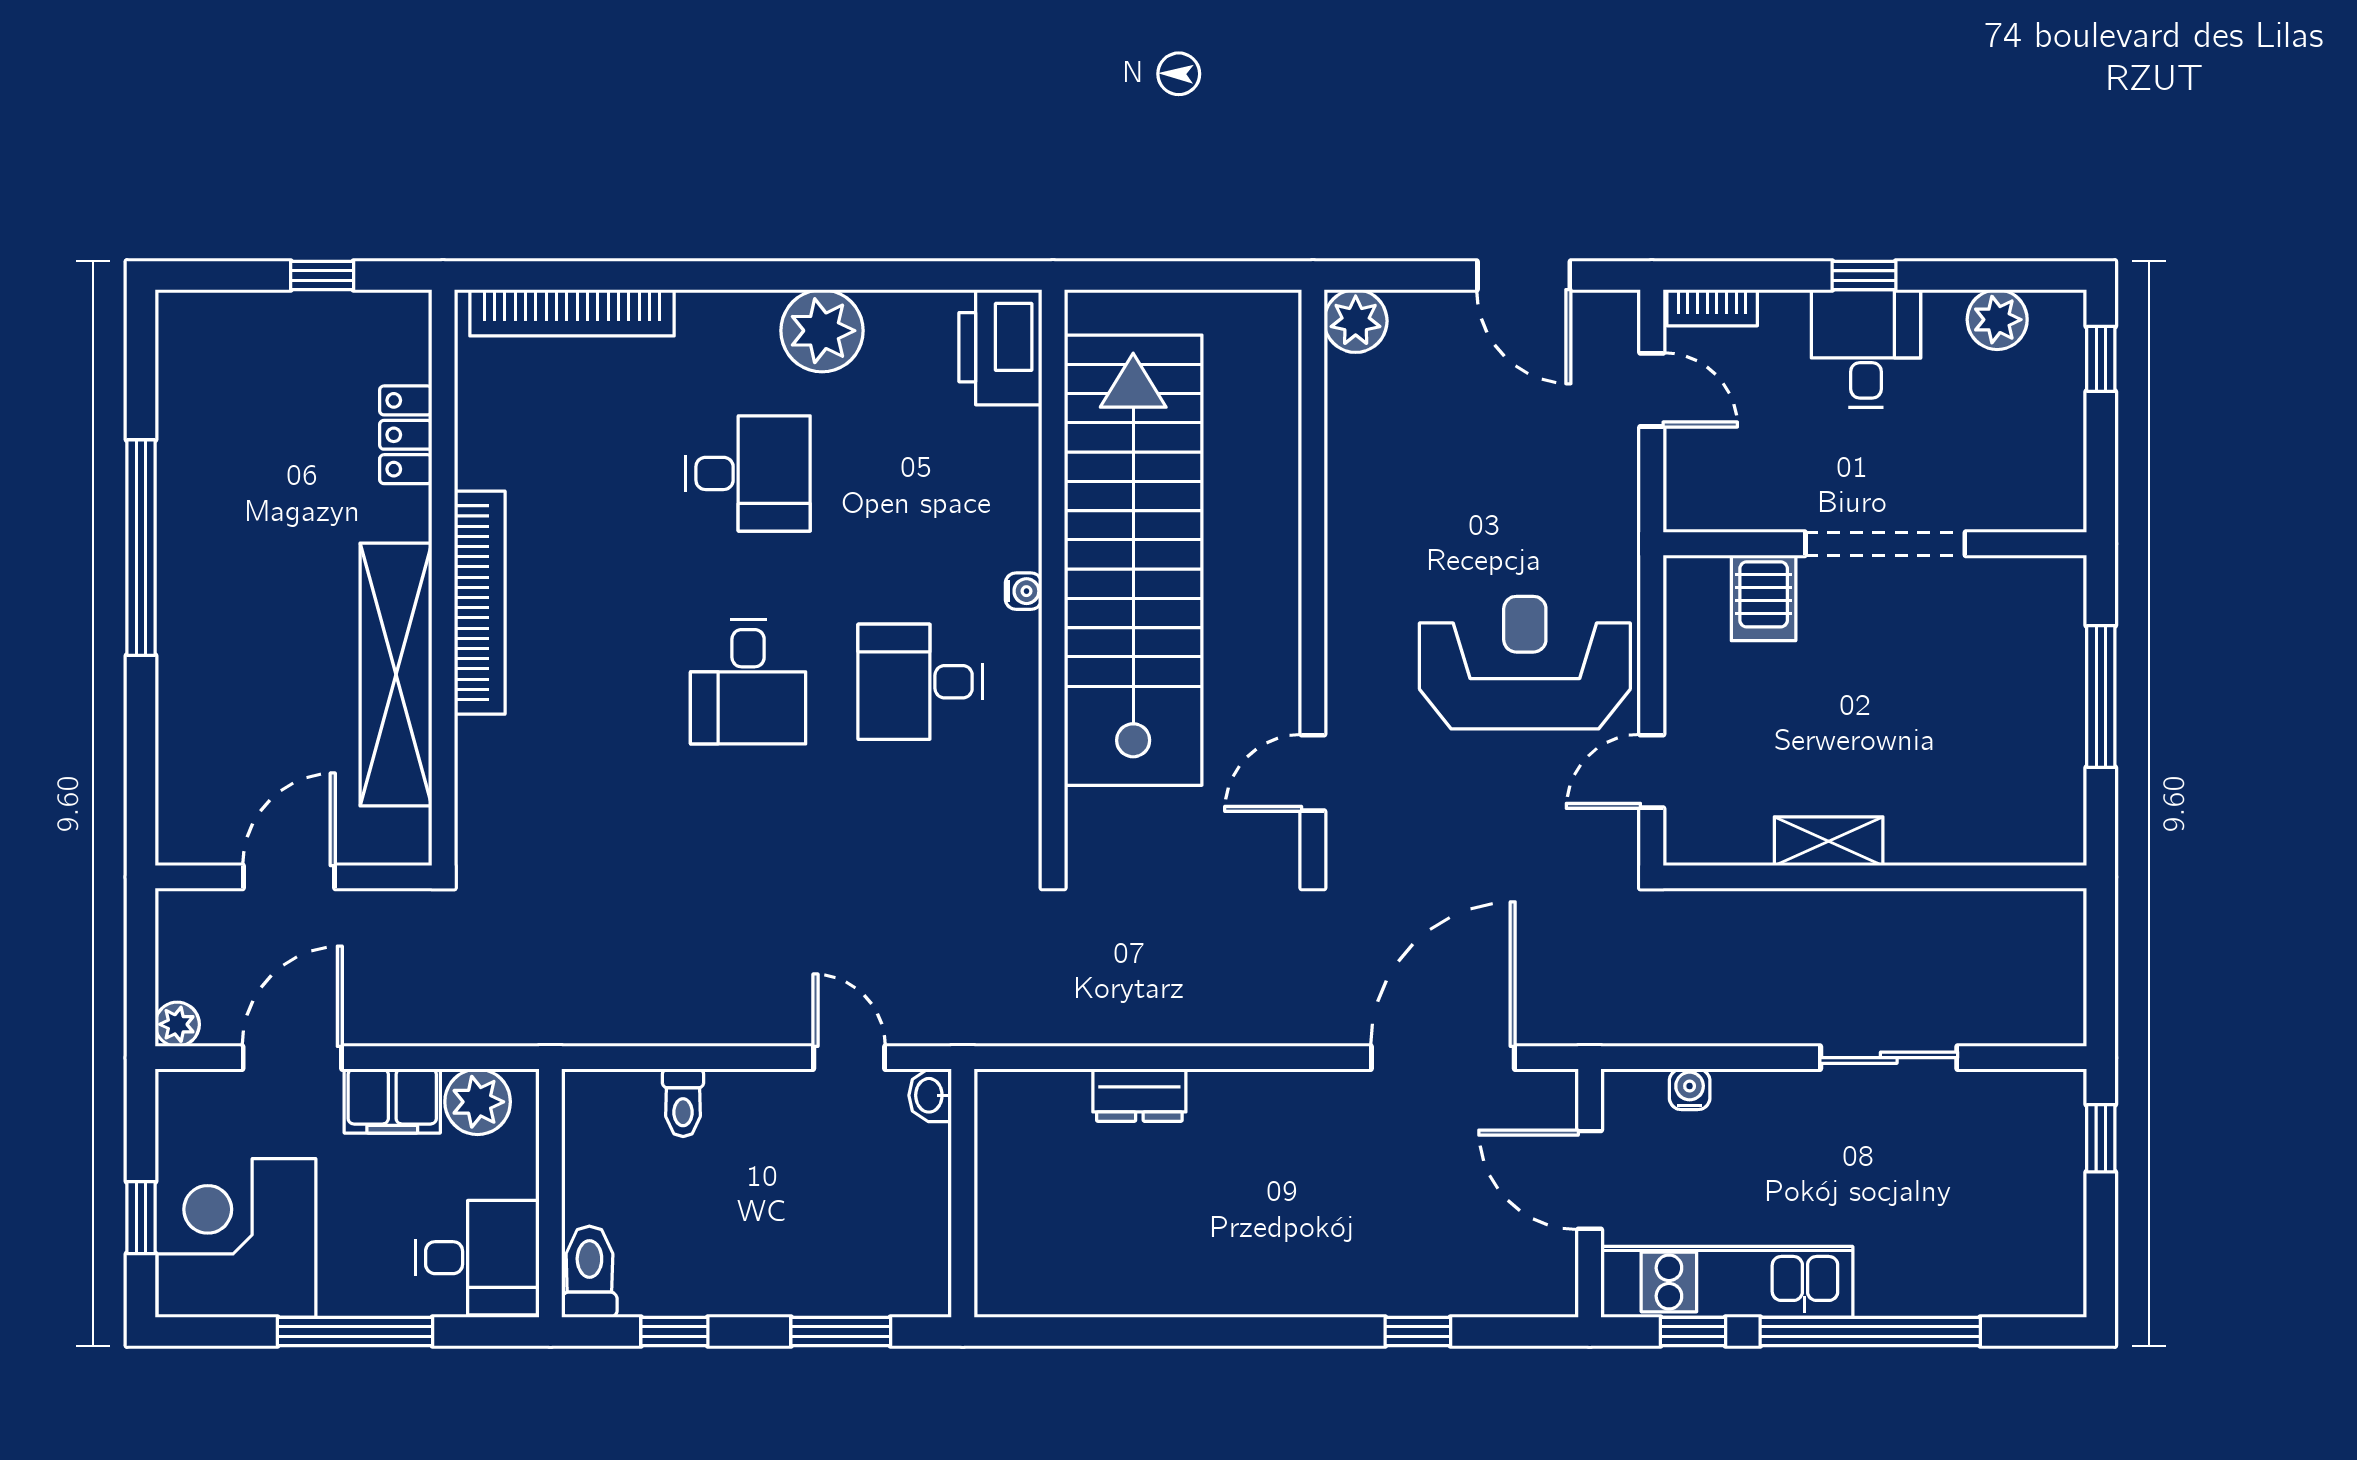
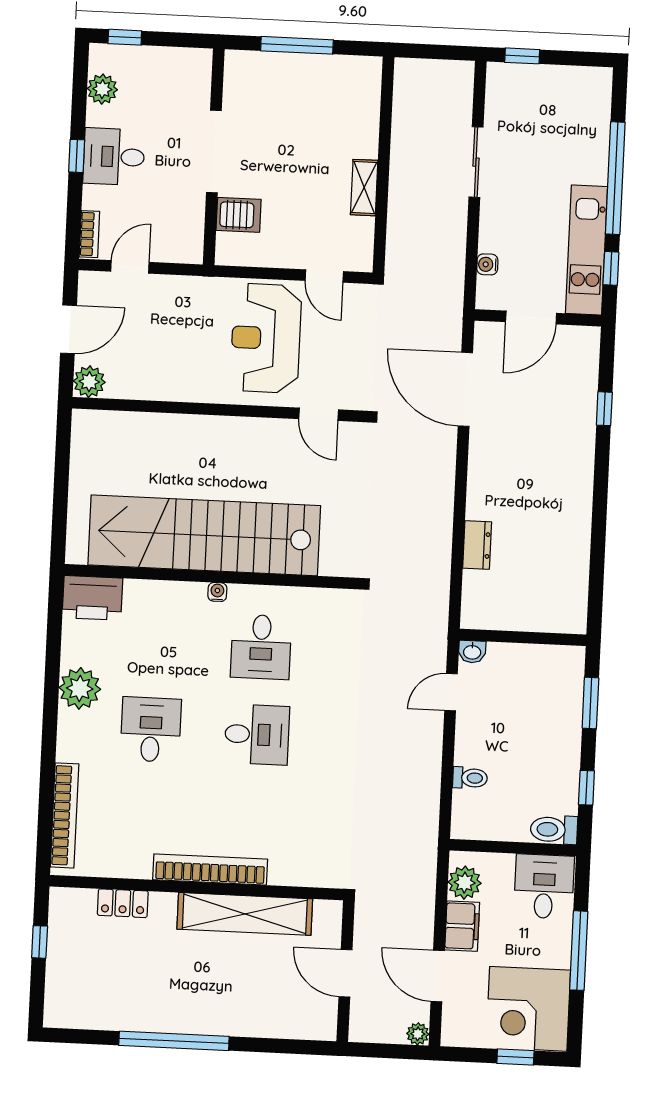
plant: (1356, 321) -> (89, 382), moved
wall: (1313, 578) -> (219, 410), moved
door: (1313, 773) -> (319, 414), moved

